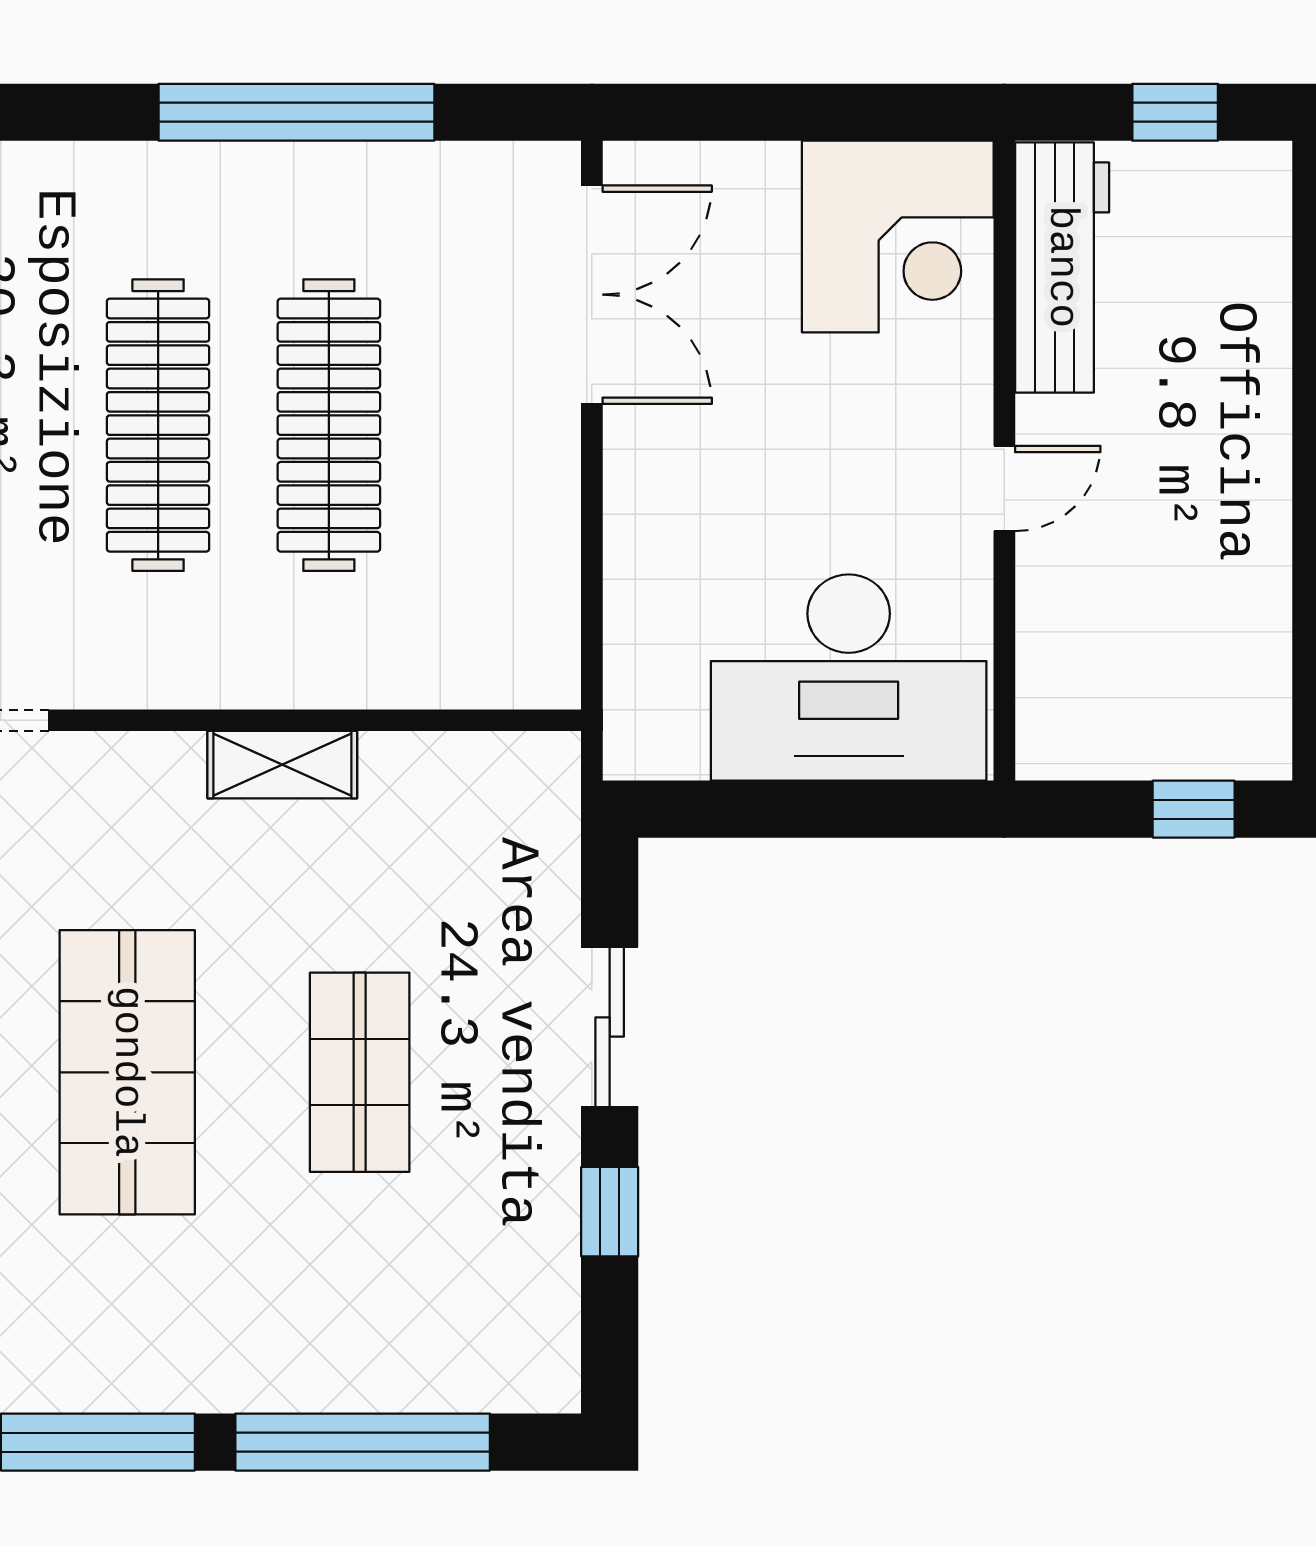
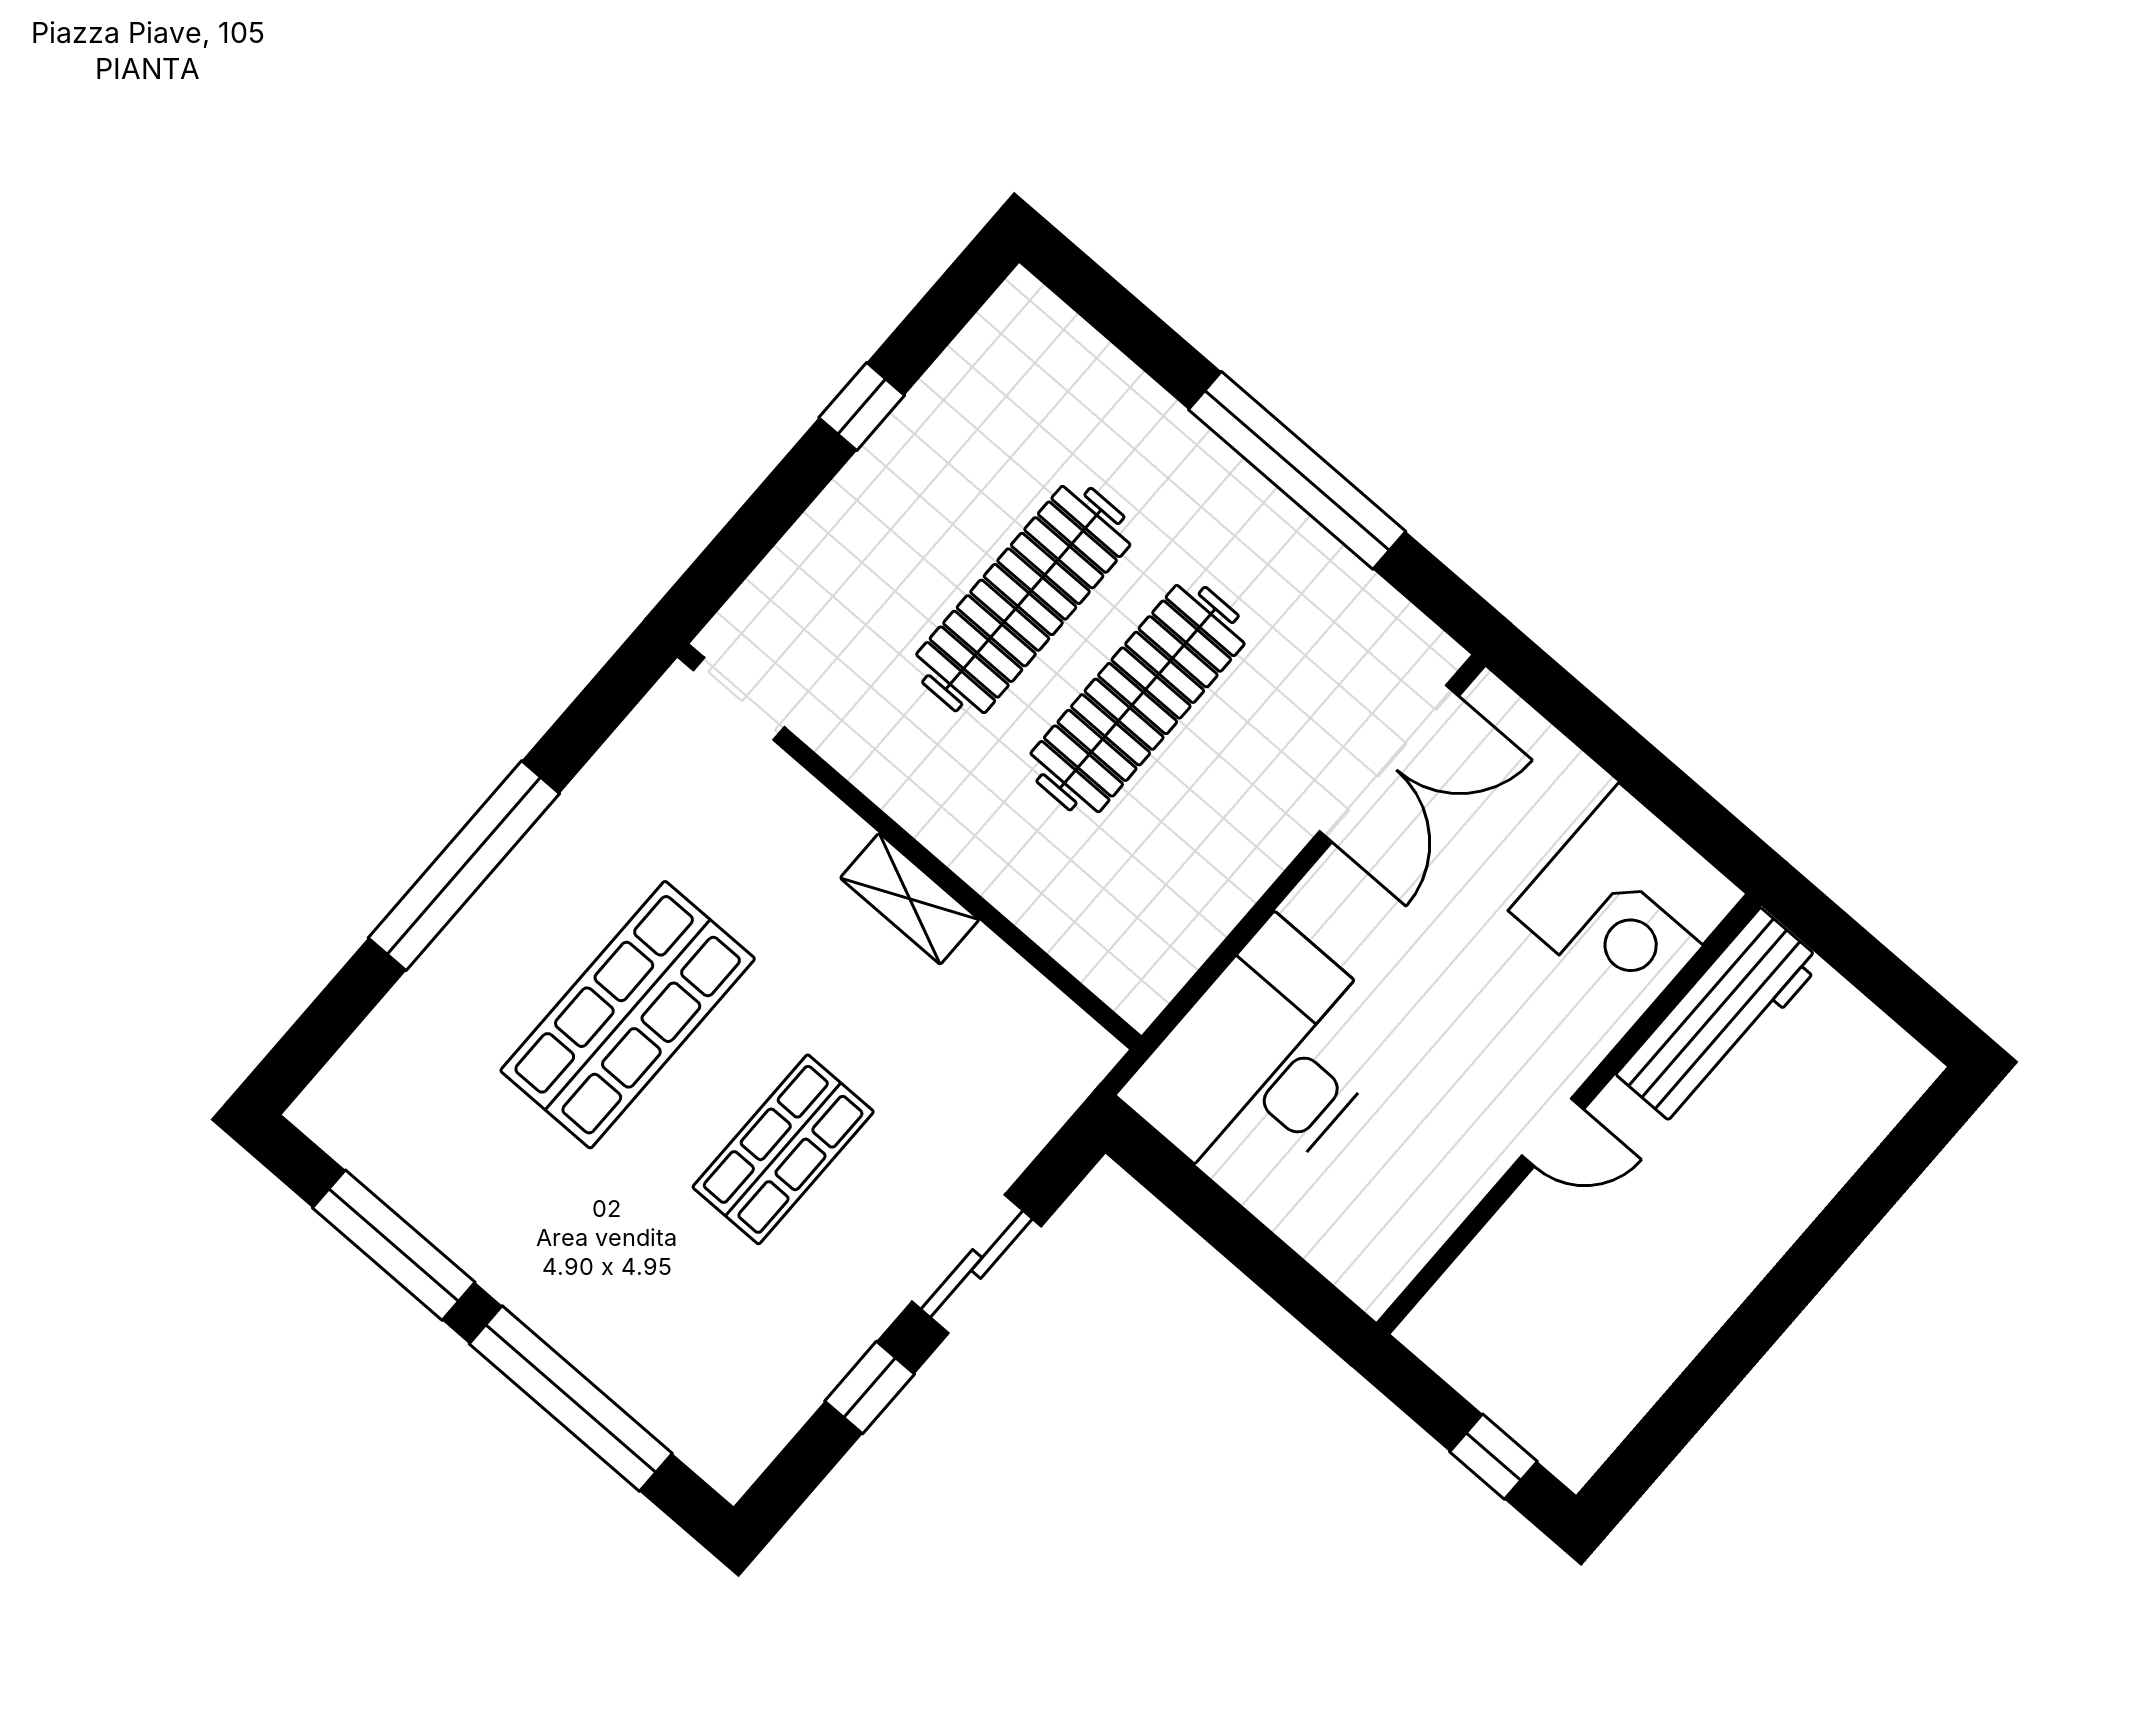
window: (1175, 112) -> (1885, 980), removed
desk: (849, 678) -> (1263, 1063), moved, turned 90

